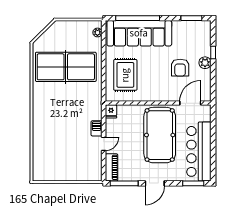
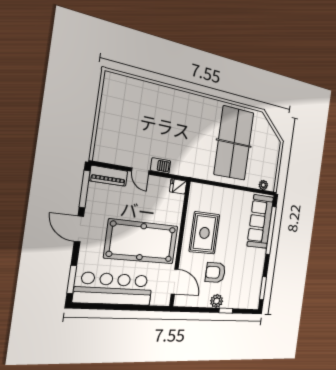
sofa: (139, 33) -> (260, 222), width x0.74, depth x0.79
rug: (125, 75) -> (204, 233), moved, turned 90

